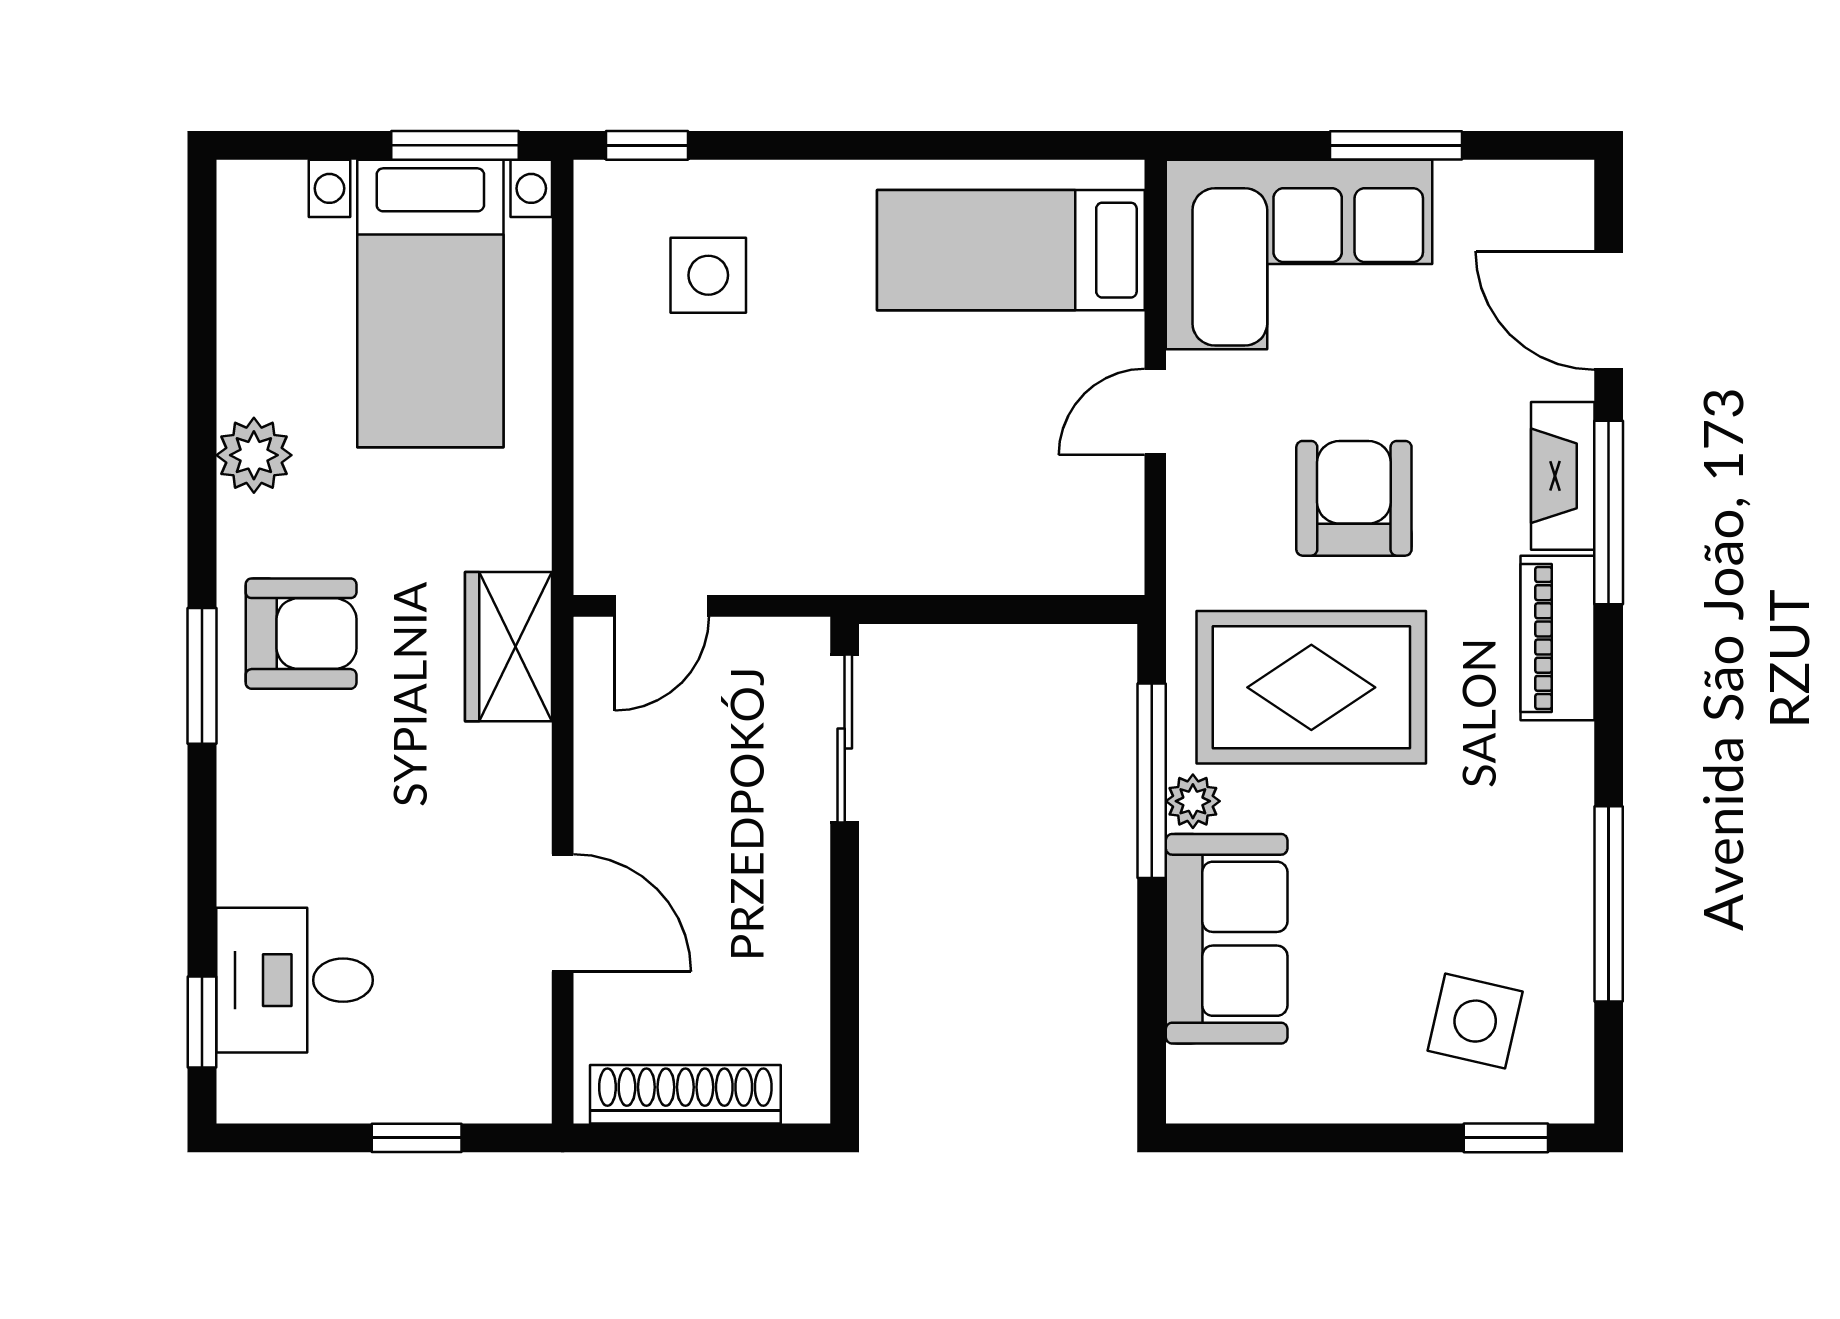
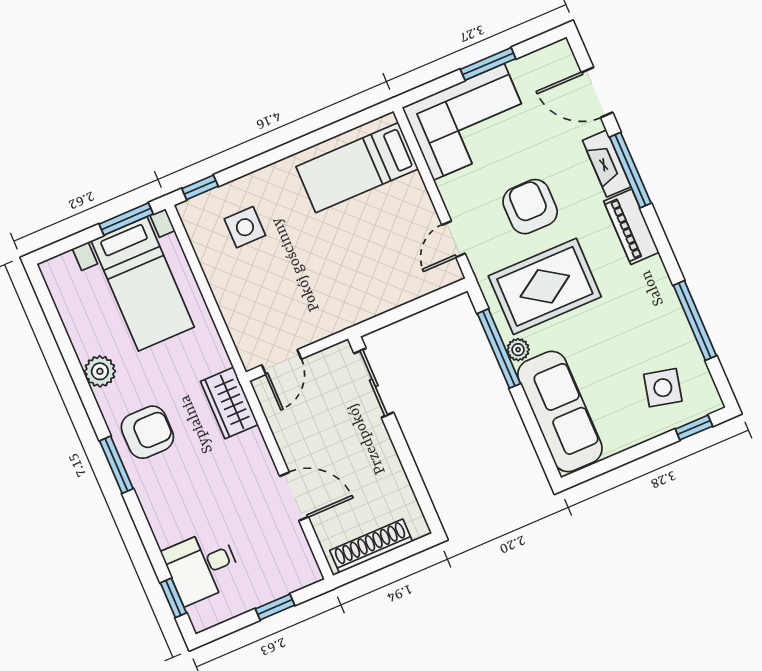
door: (1155, 412) -> (454, 239), moved
sofa: (1227, 939) -> (560, 411), width x1.36

